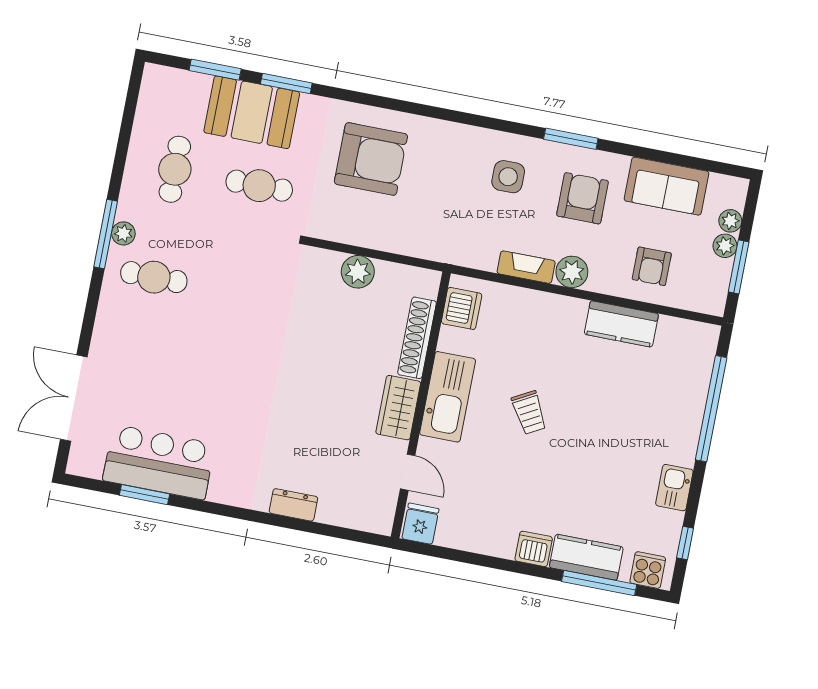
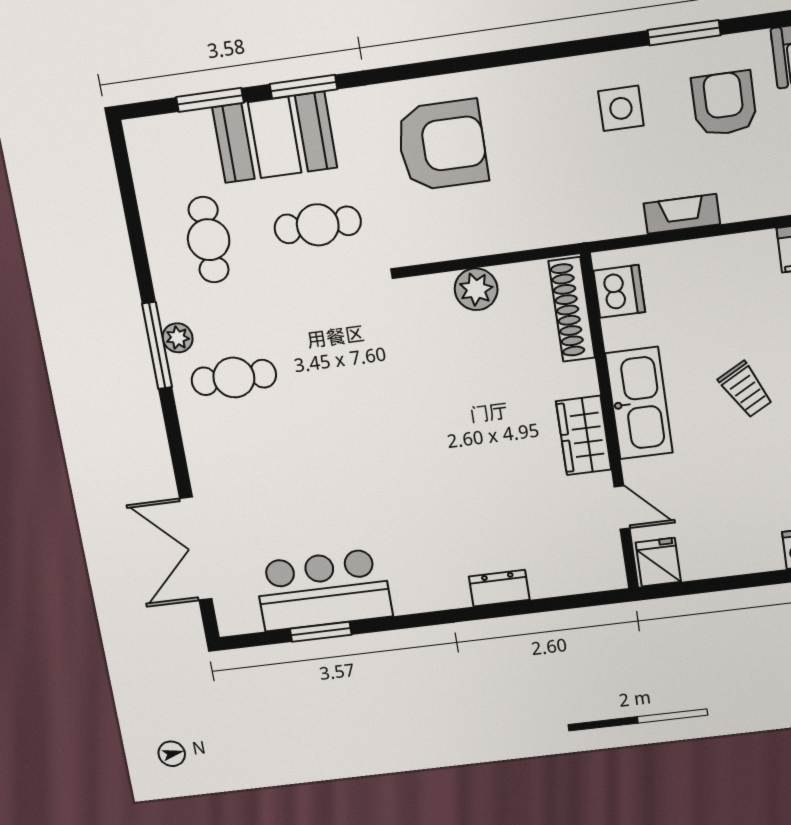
plant: (572, 272) -> (741, 201), removed
shoe rack: (417, 338) -> (572, 309), moved

